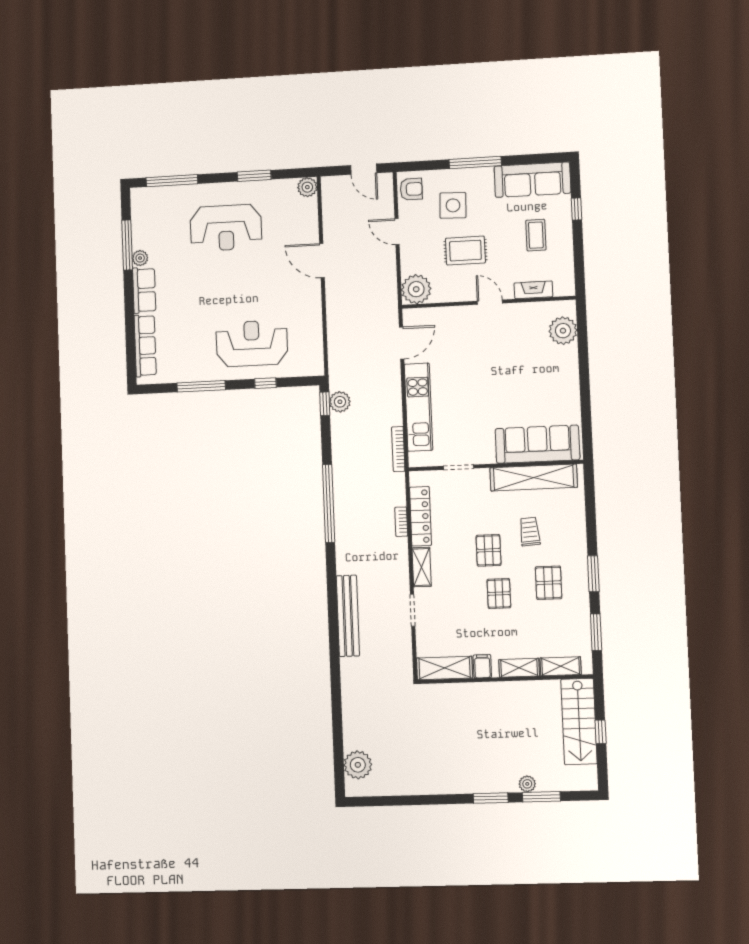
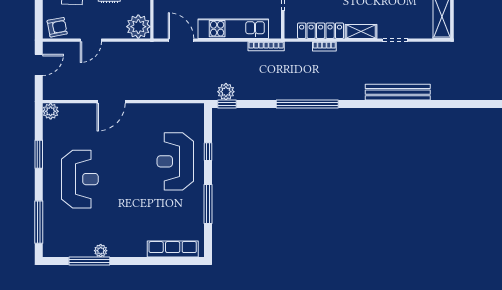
armchair: (411, 189) -> (57, 27), turned 79
row of seats: (144, 290) -> (127, 248), removed

